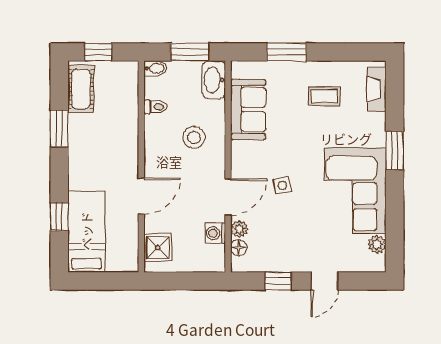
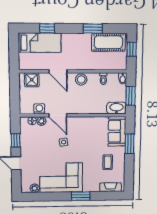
cot: (81, 89) -> (108, 42), width x1.37, depth x1.34
sofa: (248, 110) -> (117, 131), moved, turned 90
stool: (194, 137) -> (81, 79), moved

